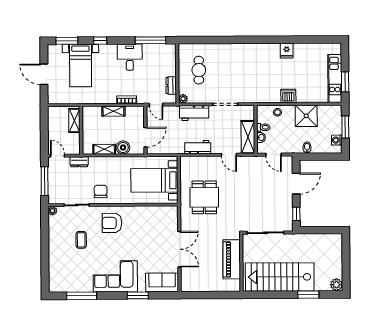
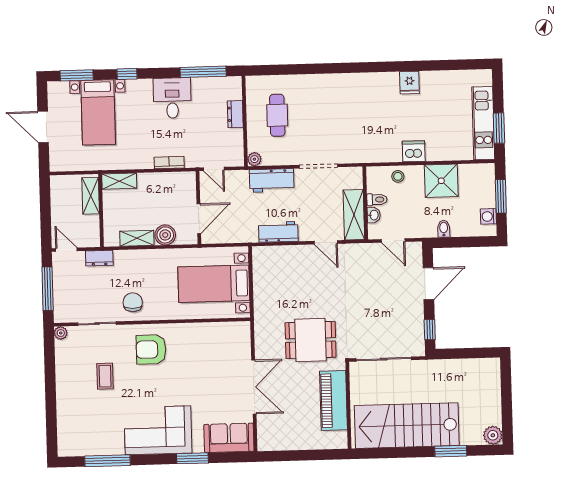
dresser: (171, 85) -> (235, 114), moved
shelving: (113, 111) -> (119, 181), moved
dining table: (204, 197) -> (311, 340), moved, turned 90

